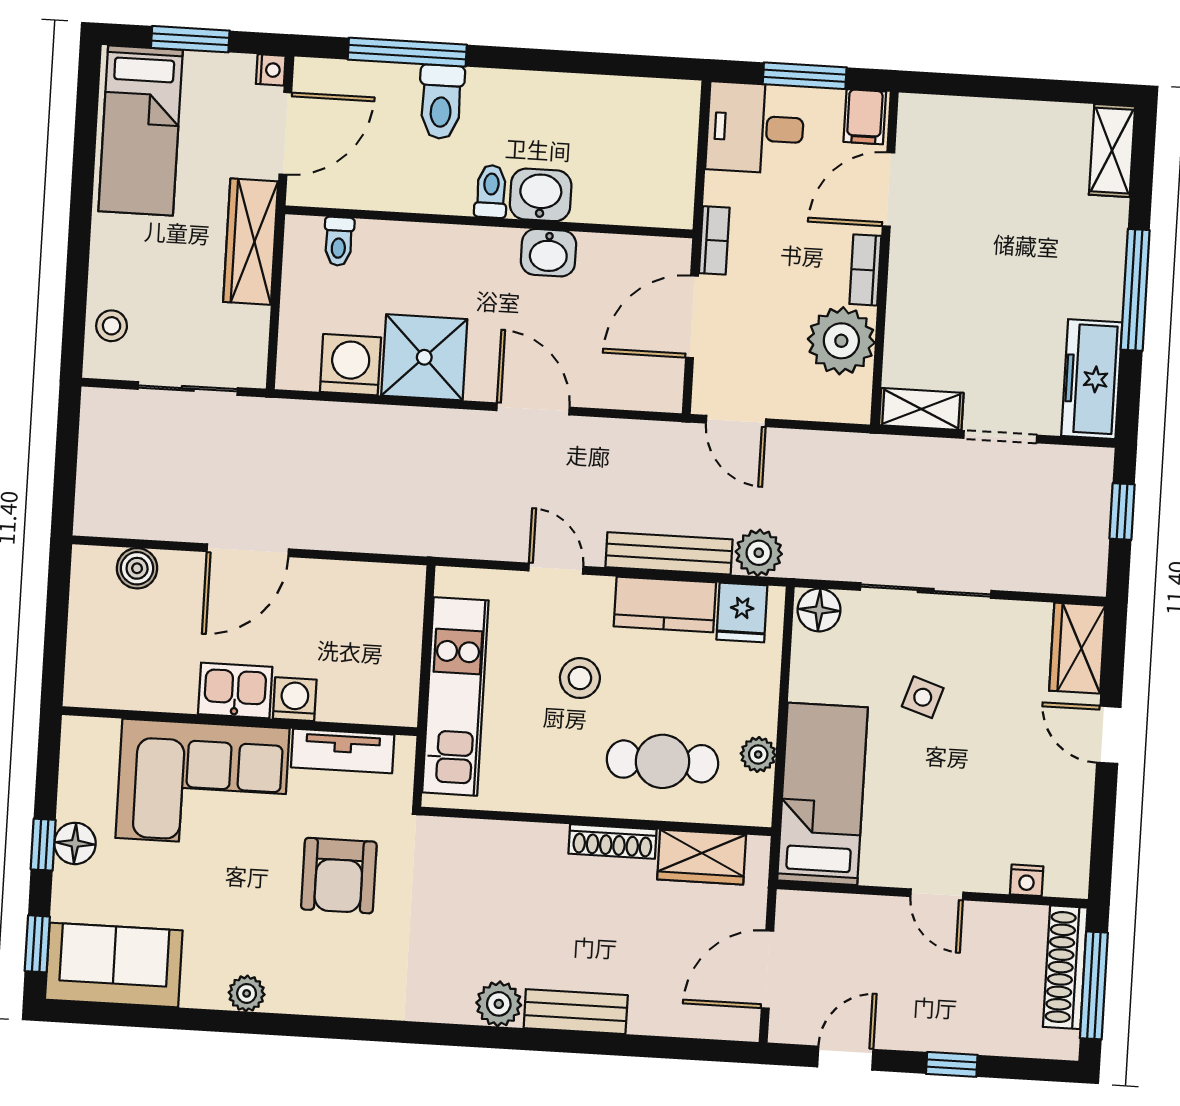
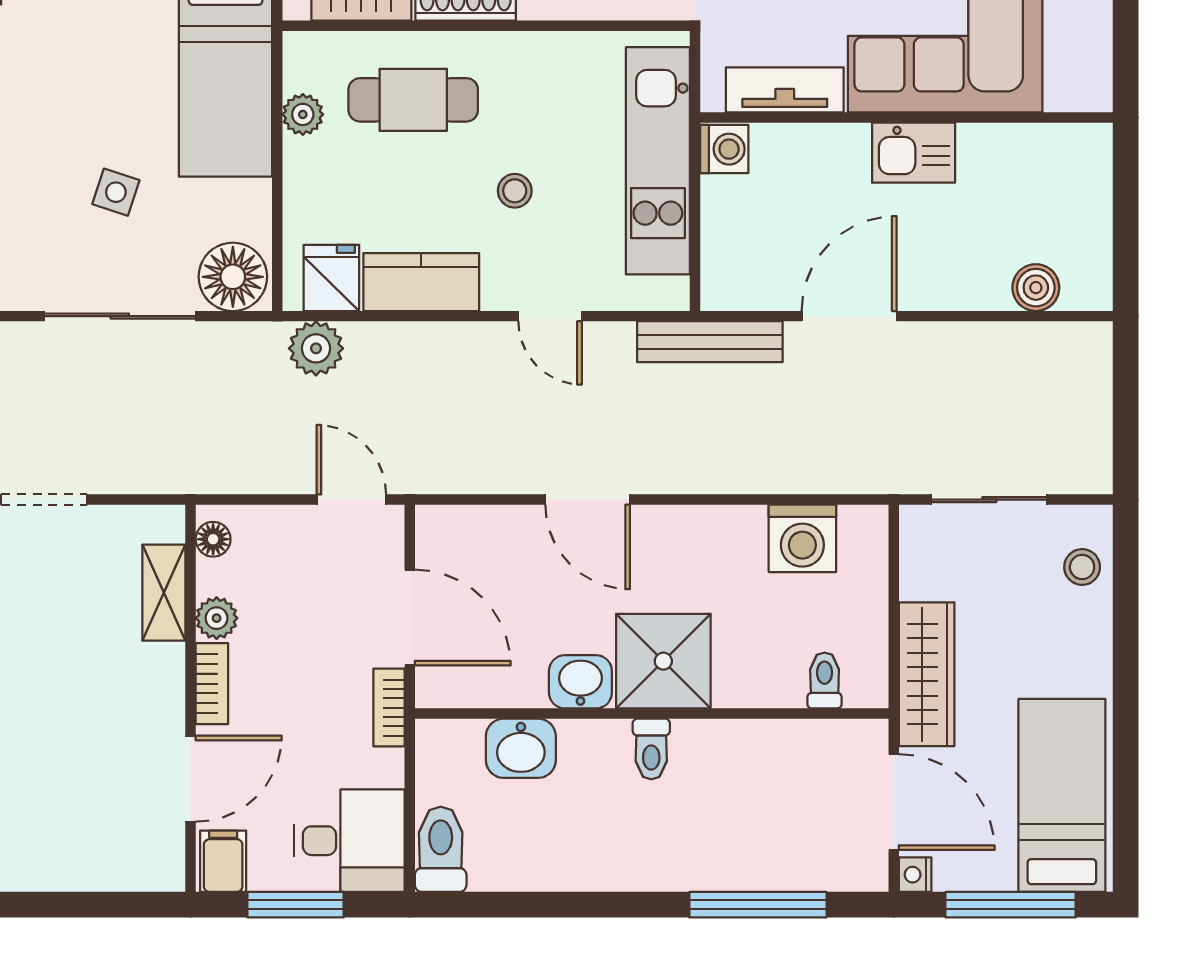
window: (190, 39) -> (1011, 905), width x1.44
toilet: (441, 102) -> (441, 849), moved
door: (285, 133) -> (894, 802), swing flipped
washbasin: (541, 195) -> (521, 748), moved
door: (692, 317) -> (410, 618), hinge flipped
plant: (841, 341) -> (217, 618), width x0.53, depth x0.53
shower: (424, 357) -> (663, 661), moved
floor lamp: (857, 394) -> (213, 539), added
shelving: (921, 409) -> (164, 593), moved, turned 90
door: (248, 550) -> (849, 316), moved
bench: (669, 553) -> (710, 342), moved
floor lamp: (819, 610) -> (233, 277), width x1.38, depth x1.38
stool: (580, 678) -> (515, 191), width x0.73, depth x0.73
washing machine: (295, 699) -> (724, 149), moved, turned -90

